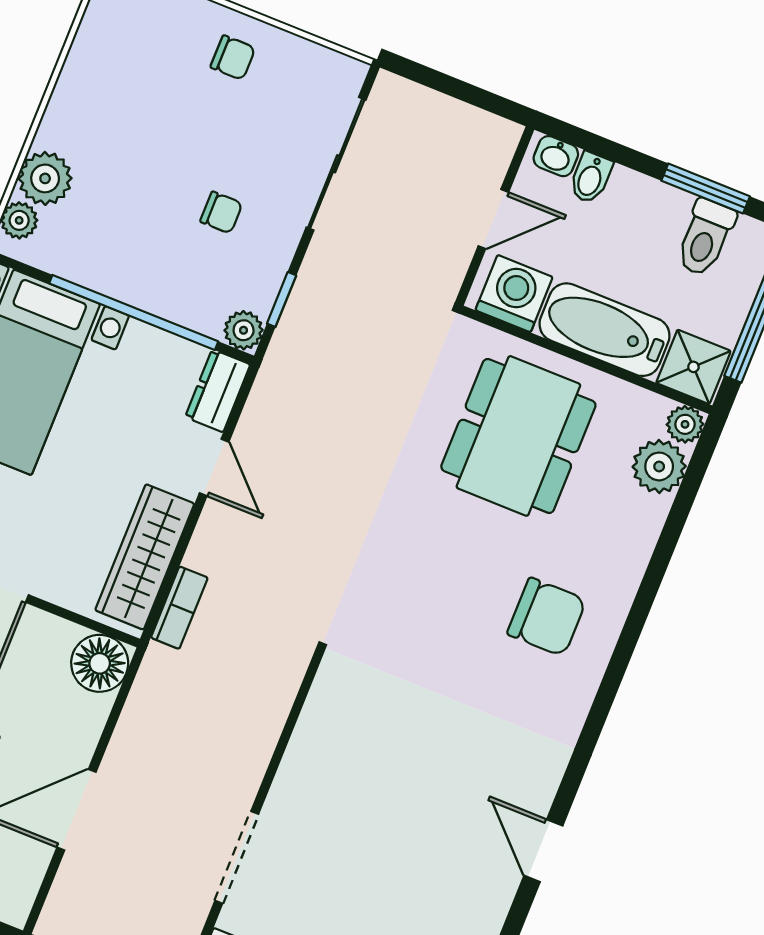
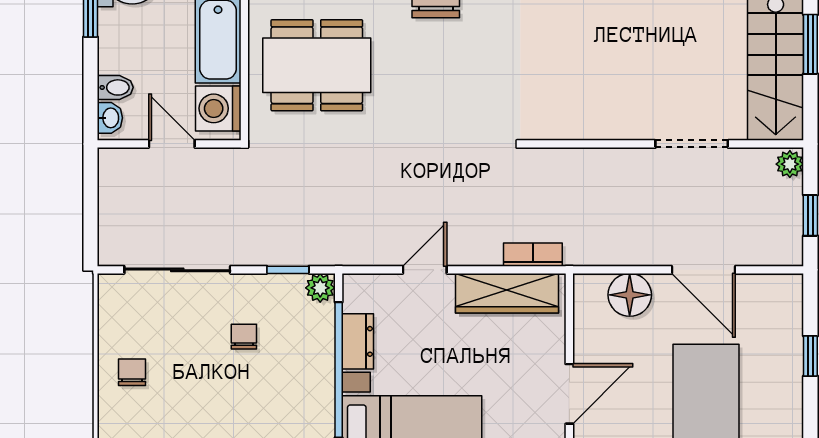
dresser: (218, 391) -> (358, 341), moved, turned -90
floor lamp: (100, 663) -> (630, 295), moved

